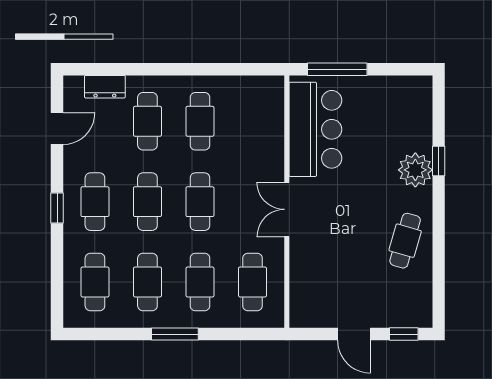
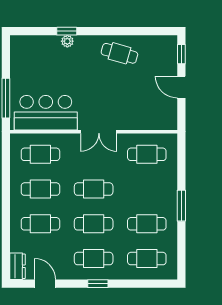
dresser: (105, 87) -> (18, 266), moved
plant: (415, 170) -> (67, 41), width x0.53, depth x0.53
cafe table: (200, 282) -> (40, 154), moved
door: (354, 334) -> (181, 87), swing flipped

